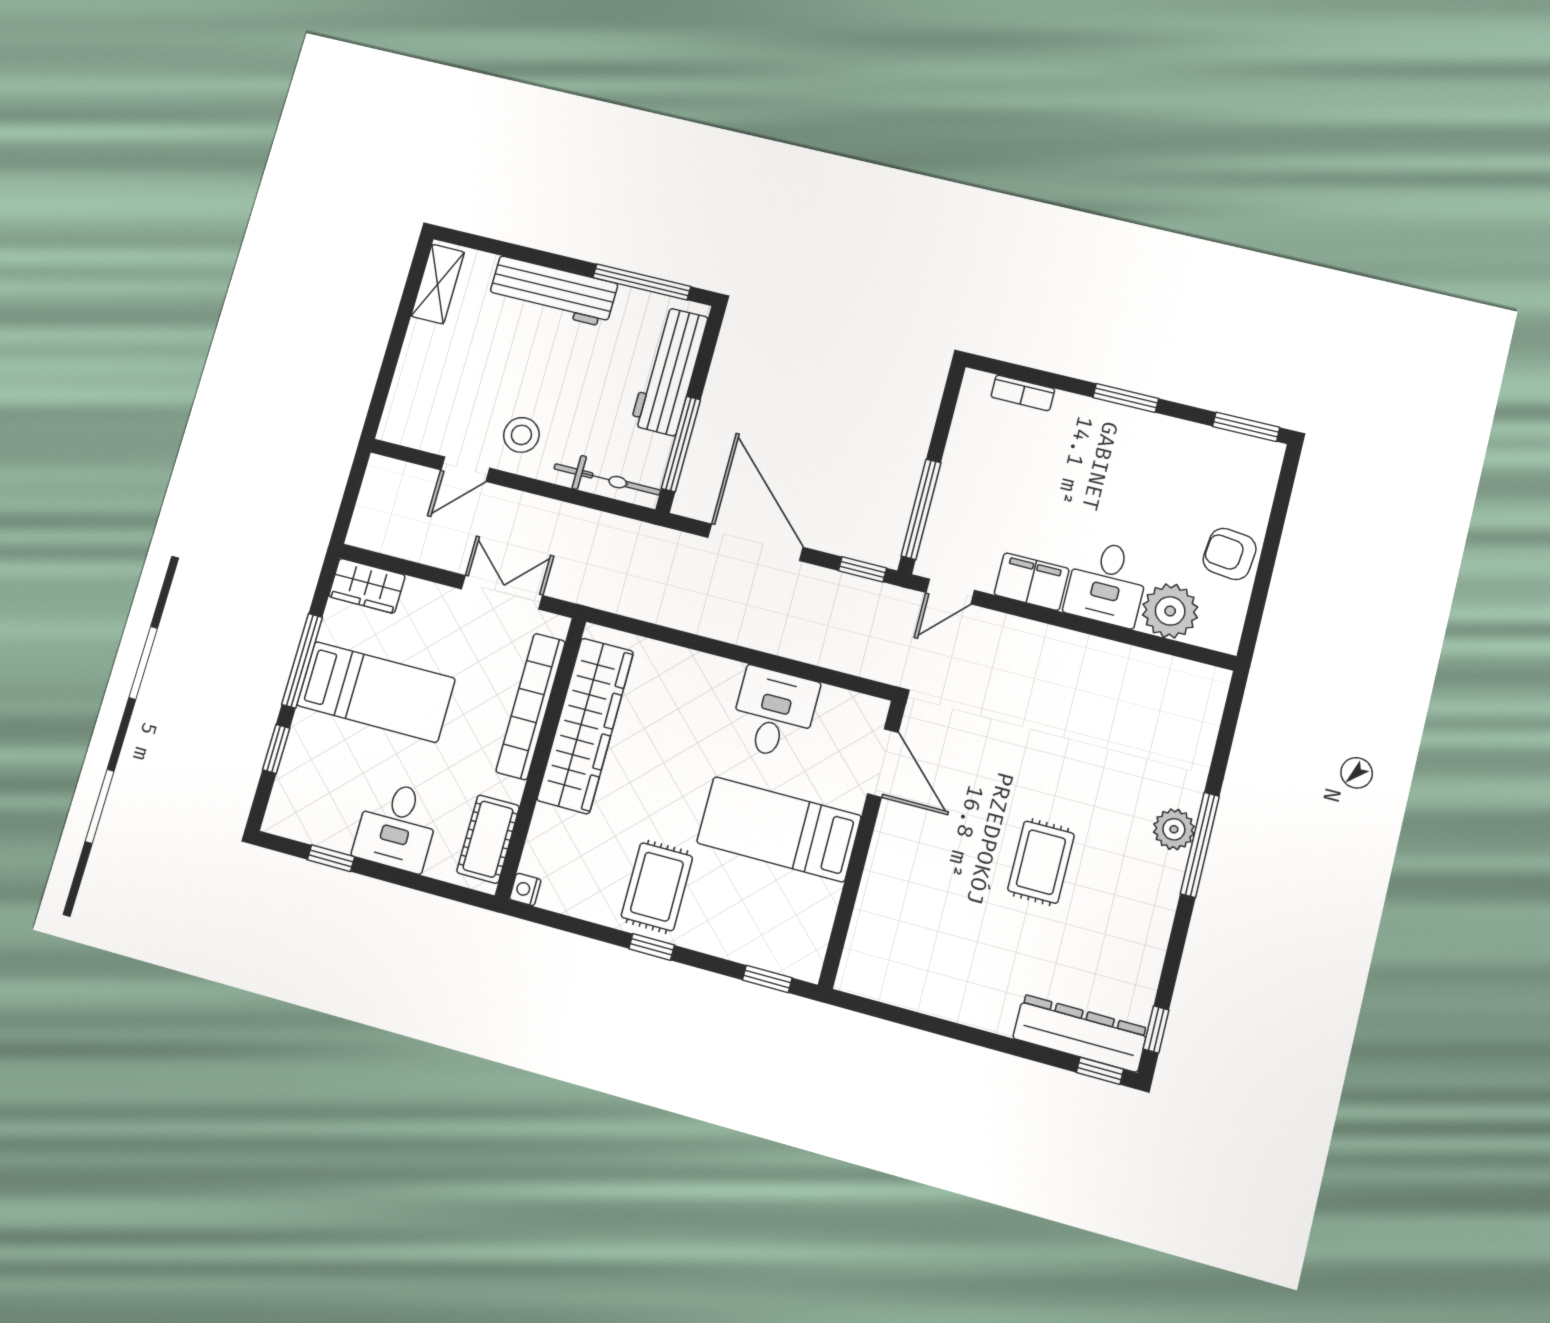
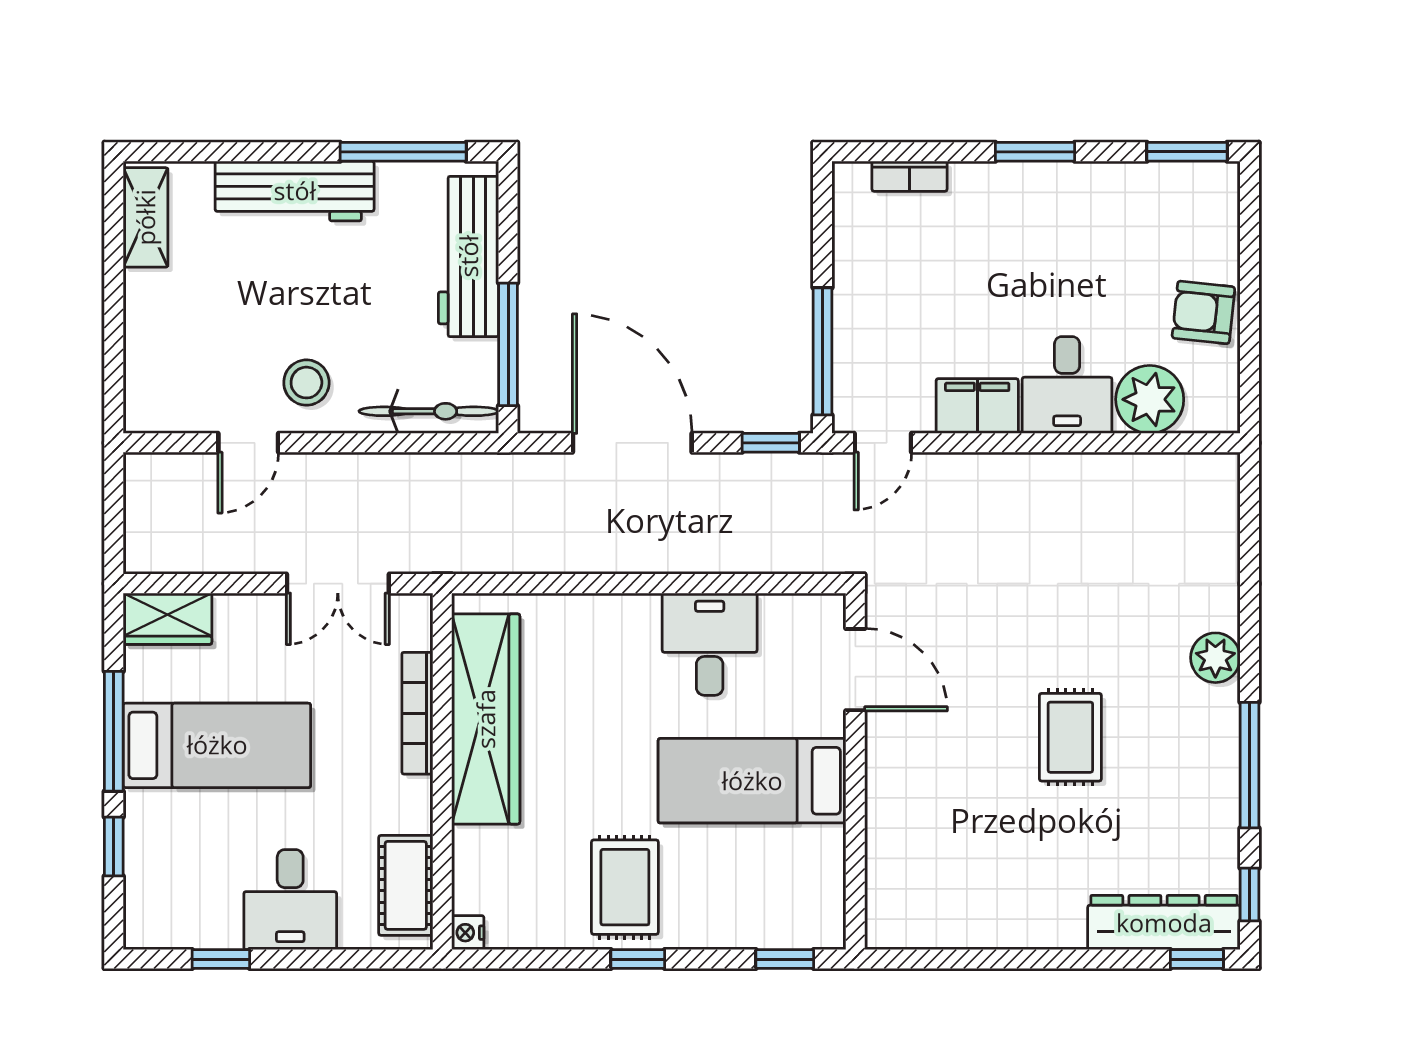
double door: (502, 592) -> (338, 584), swing flipped
bookcase: (531, 706) -> (417, 713), width x0.68, depth x0.76
window: (1200, 845) -> (1250, 765), moved

